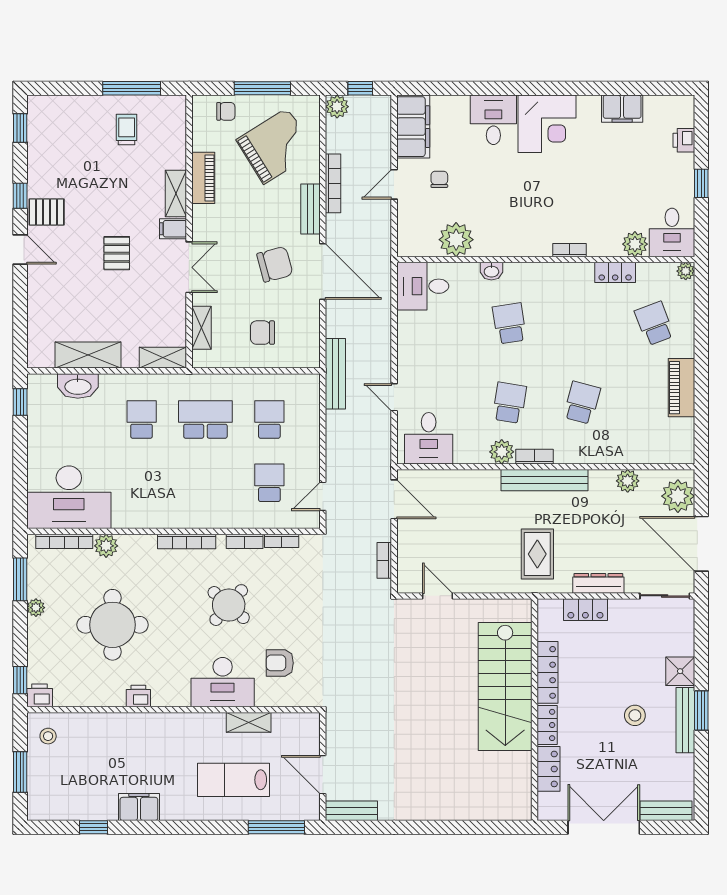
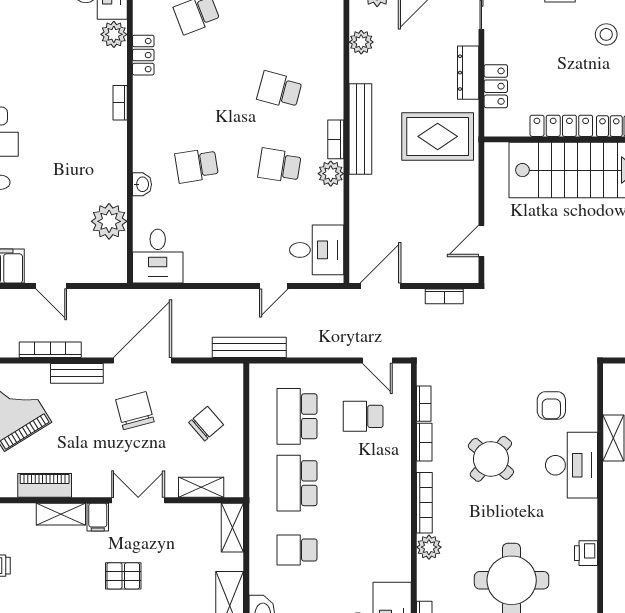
chair: (439, 179) -> (46, 239), removed
chair: (263, 333) -> (206, 424), turned -131
school desk: (269, 419) -> (297, 416), width x1.85
plant: (106, 546) -> (429, 547), moved
rug: (537, 554) -> (438, 136), width x1.36, depth x1.43

